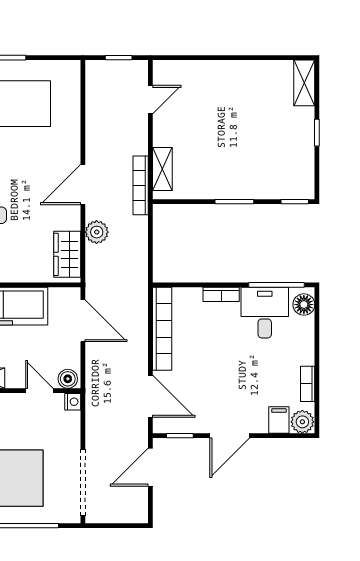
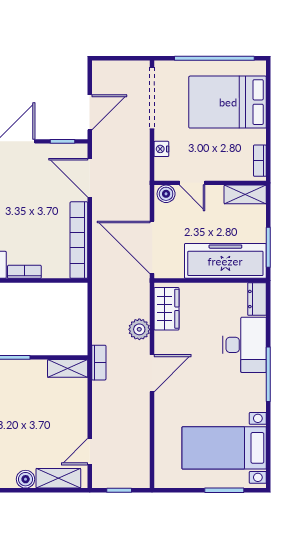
boiler: (220, 70) -> (26, 479), added
shelving: (184, 71) -> (58, 478), added
shelving: (162, 169) -> (68, 368), moved, turned 90
bookcase: (141, 185) -> (99, 363), width x0.64
door: (83, 321) -> (152, 247), width x1.36
nightstand: (73, 402) -> (161, 149), moved

